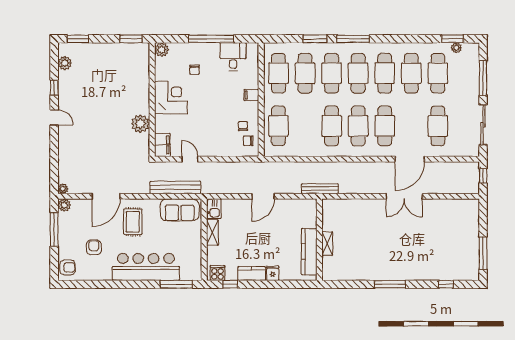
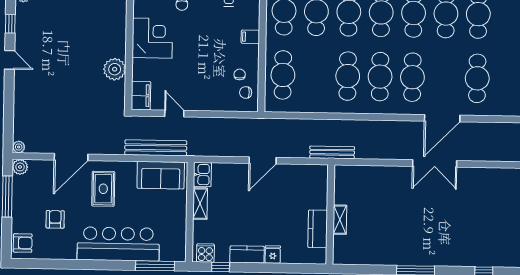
kitchen counter: (309, 252) -> (318, 229), width x0.67

